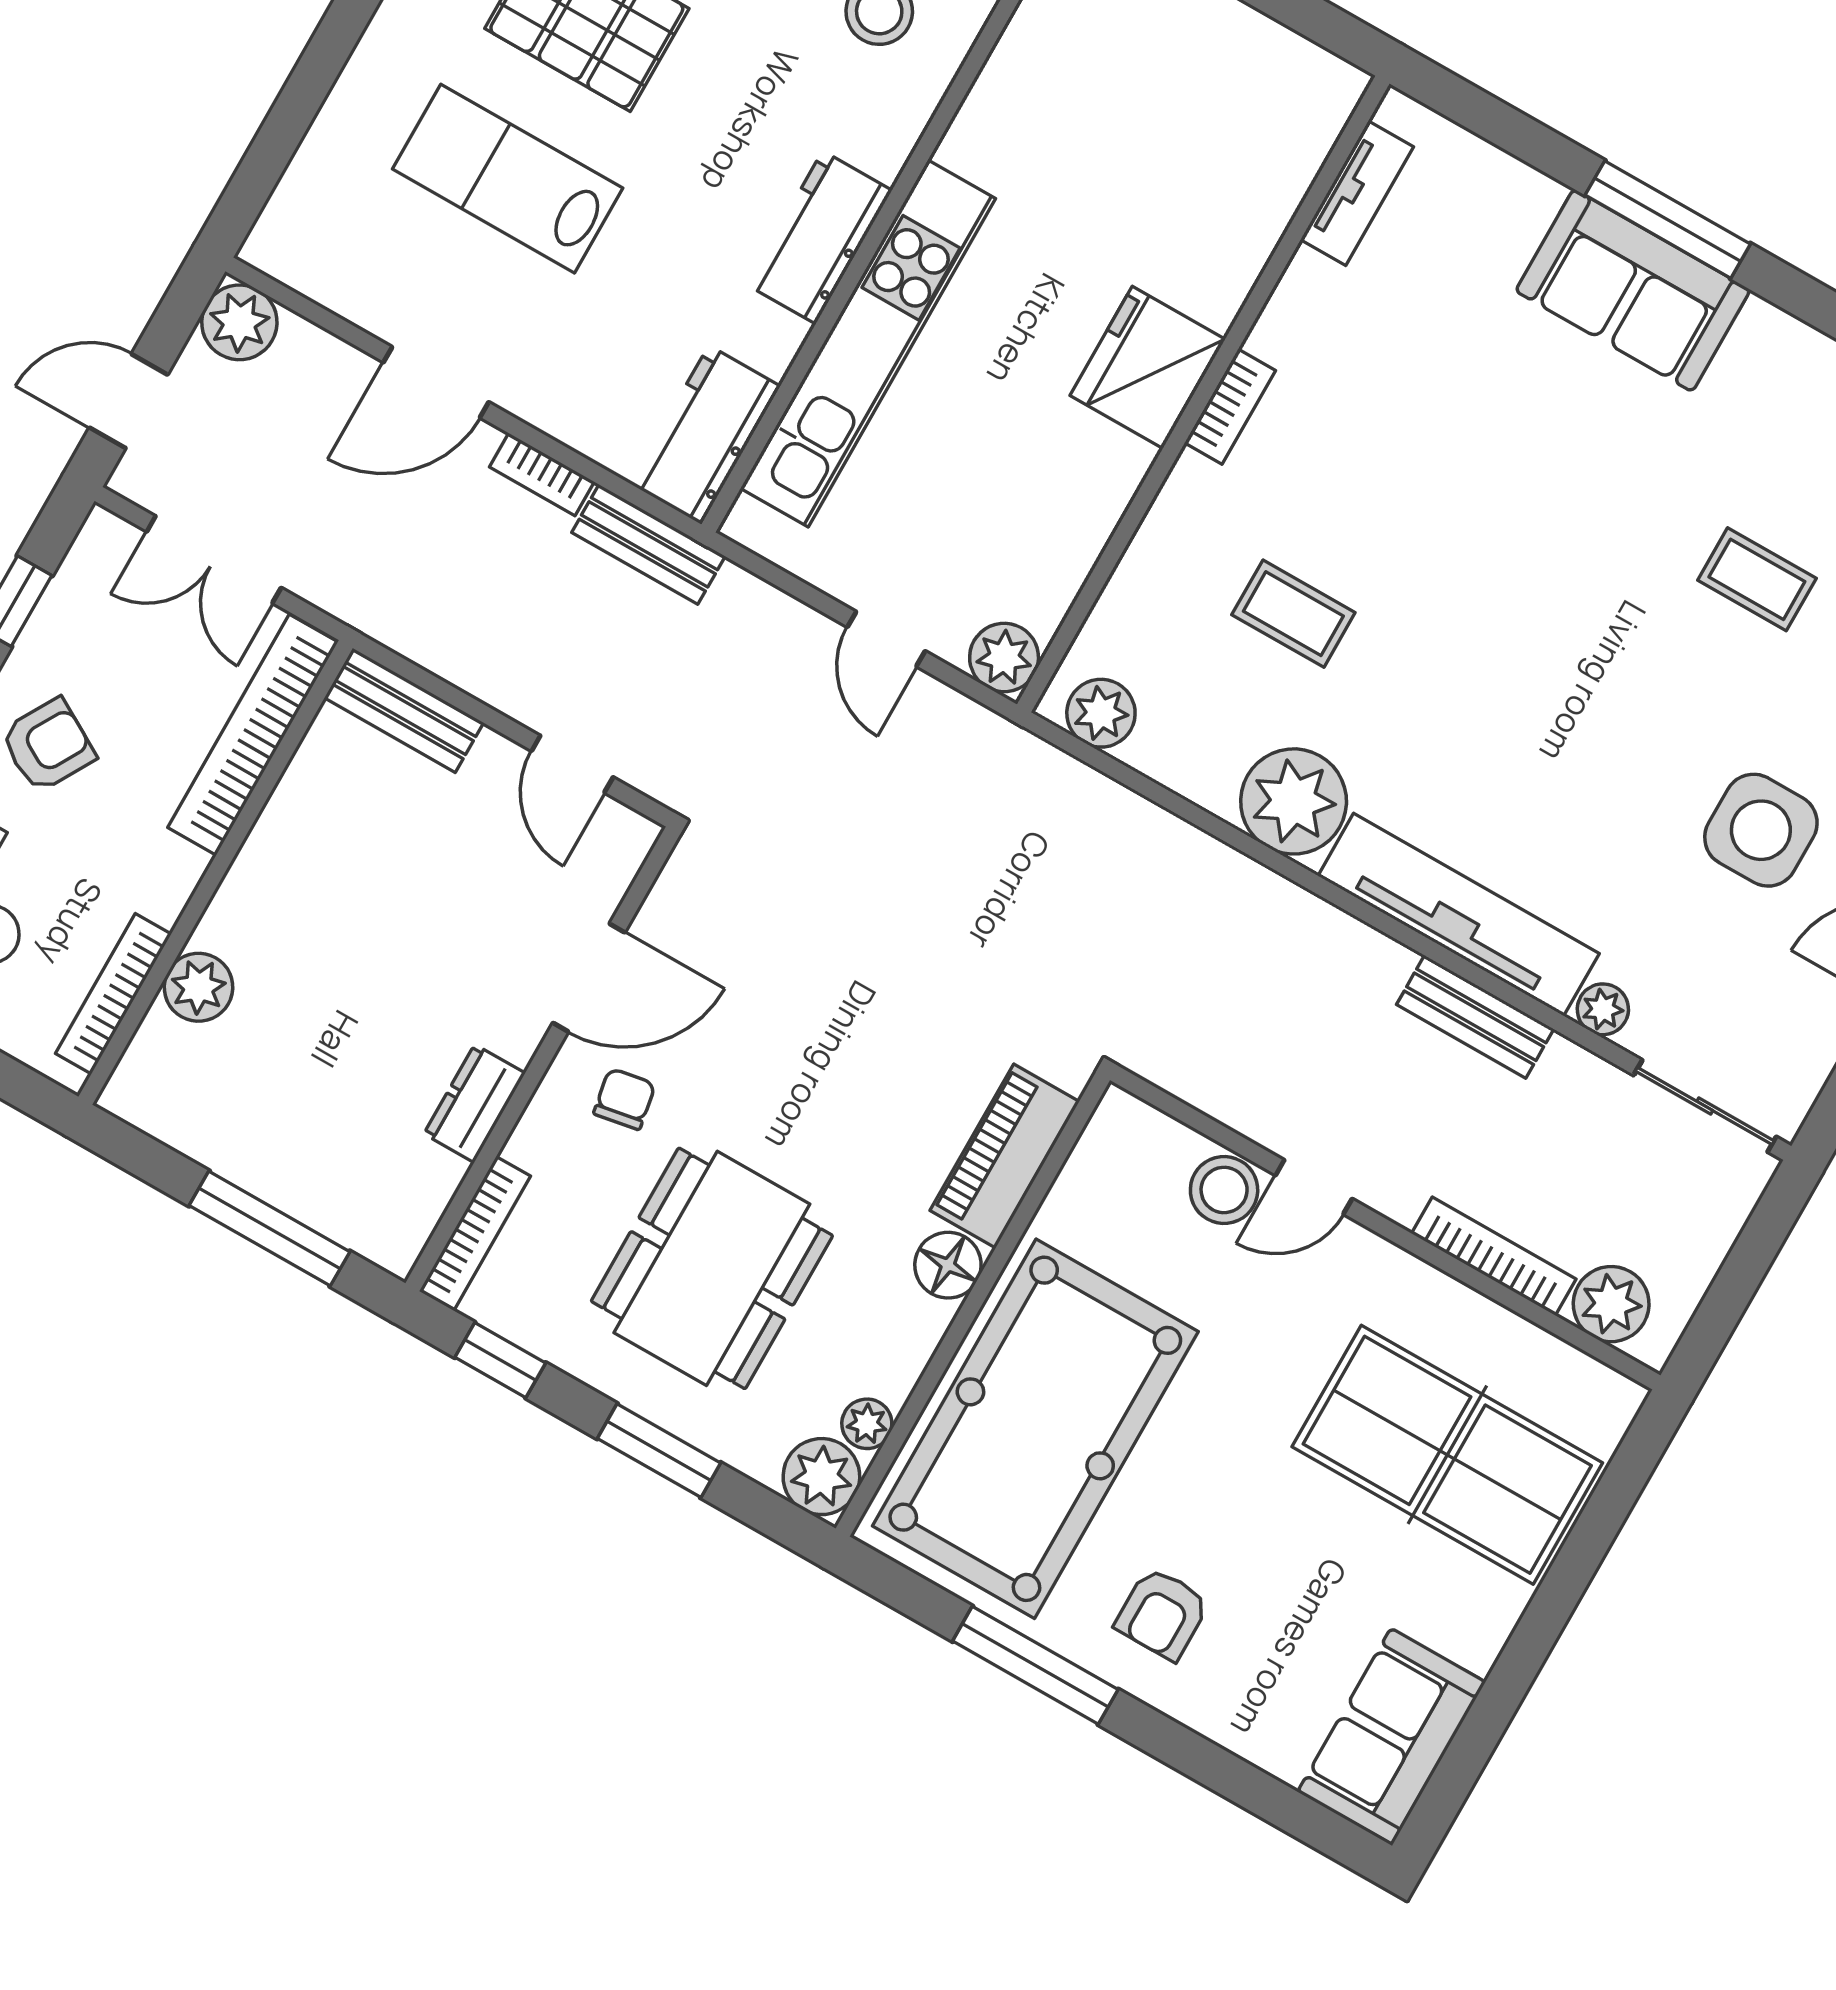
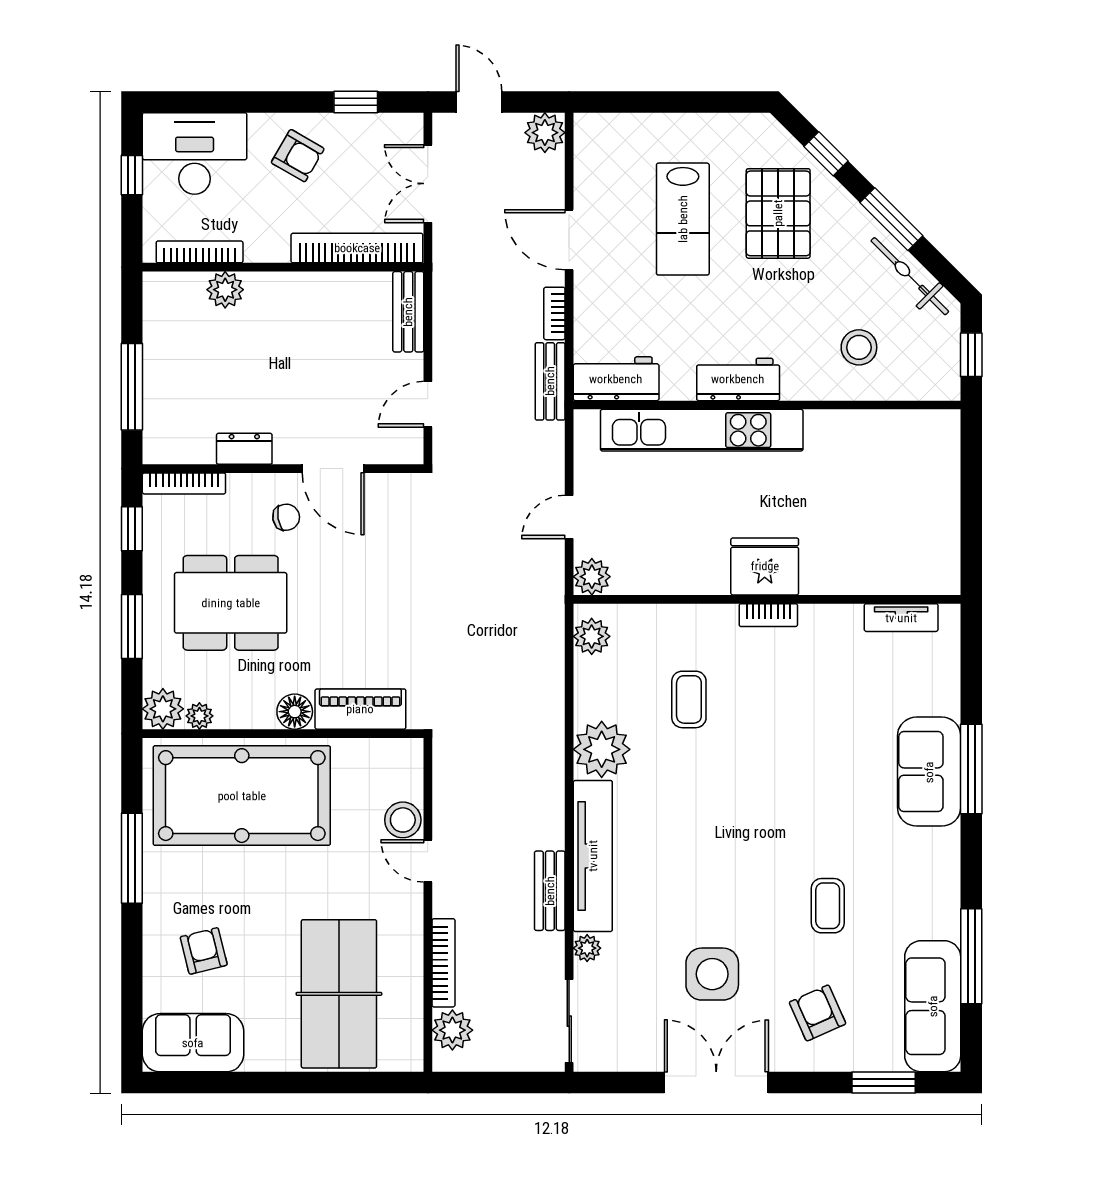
lab bench: (508, 179) -> (683, 219), turned 180
armchair: (1162, 1614) -> (204, 951), moved, turned 76

